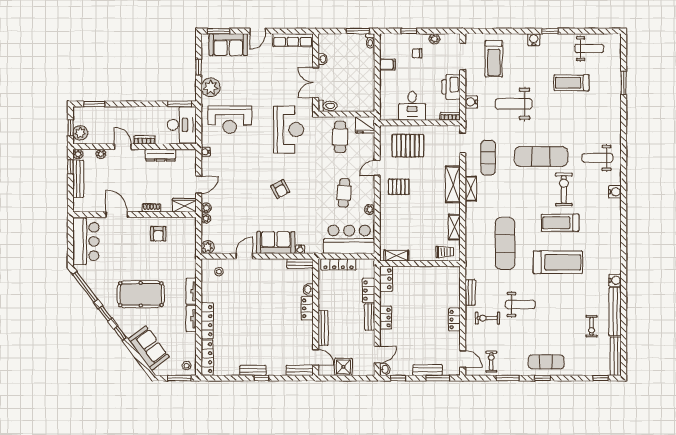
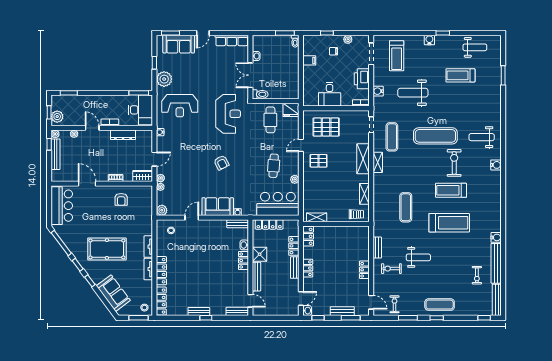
exercise mat: (505, 243) -> (406, 207), width x0.73, depth x0.69
shower: (343, 367) -> (260, 254), moved

